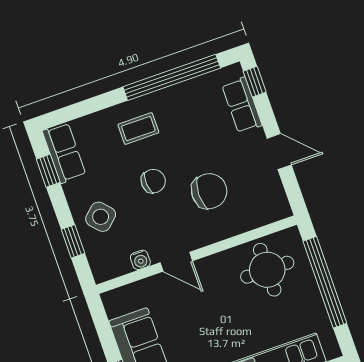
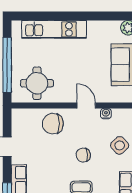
chair: (209, 191) -> (53, 124), moved

